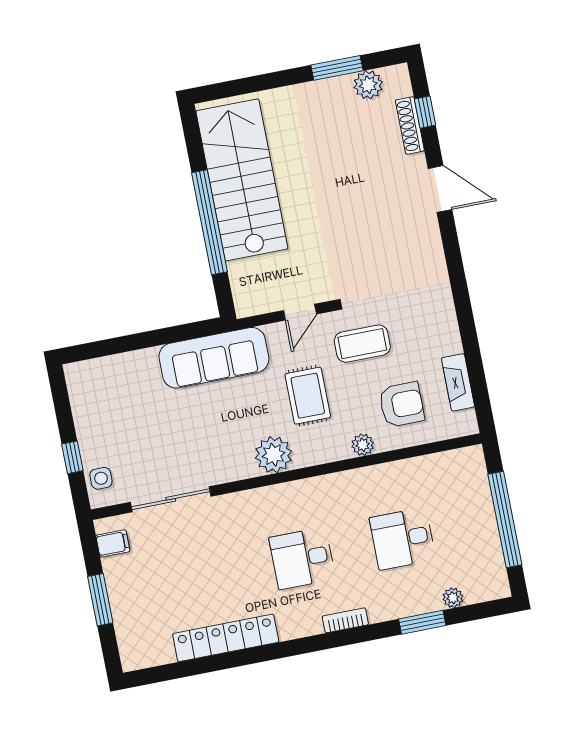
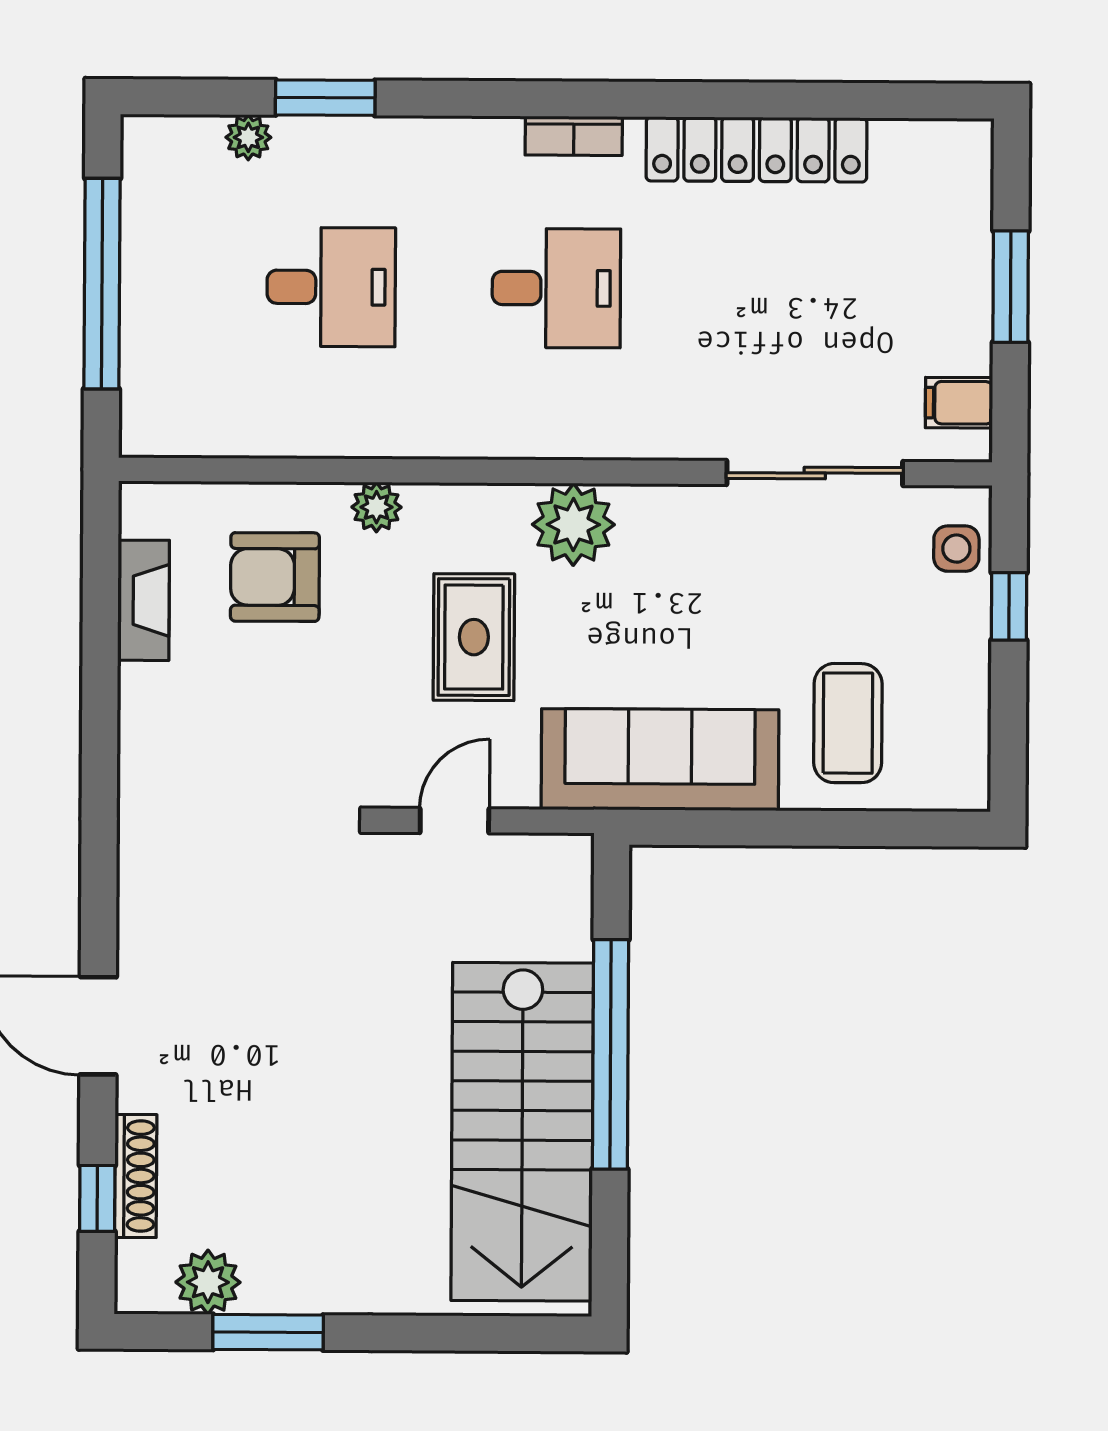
coffee table: (362, 344) -> (848, 723), moved, turned 90
bookcase: (345, 620) -> (574, 136), moved

